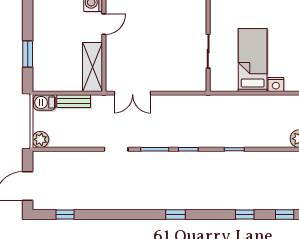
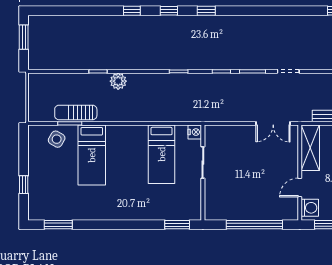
nightstand: (276, 85) -> (195, 132), moved, turned 90
double door: (133, 93) -> (273, 123), swing flipped
window: (176, 215) -> (206, 11), moved

